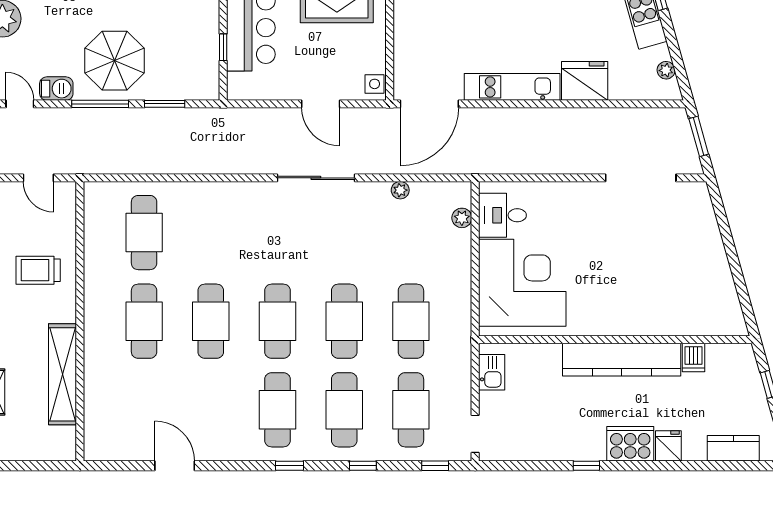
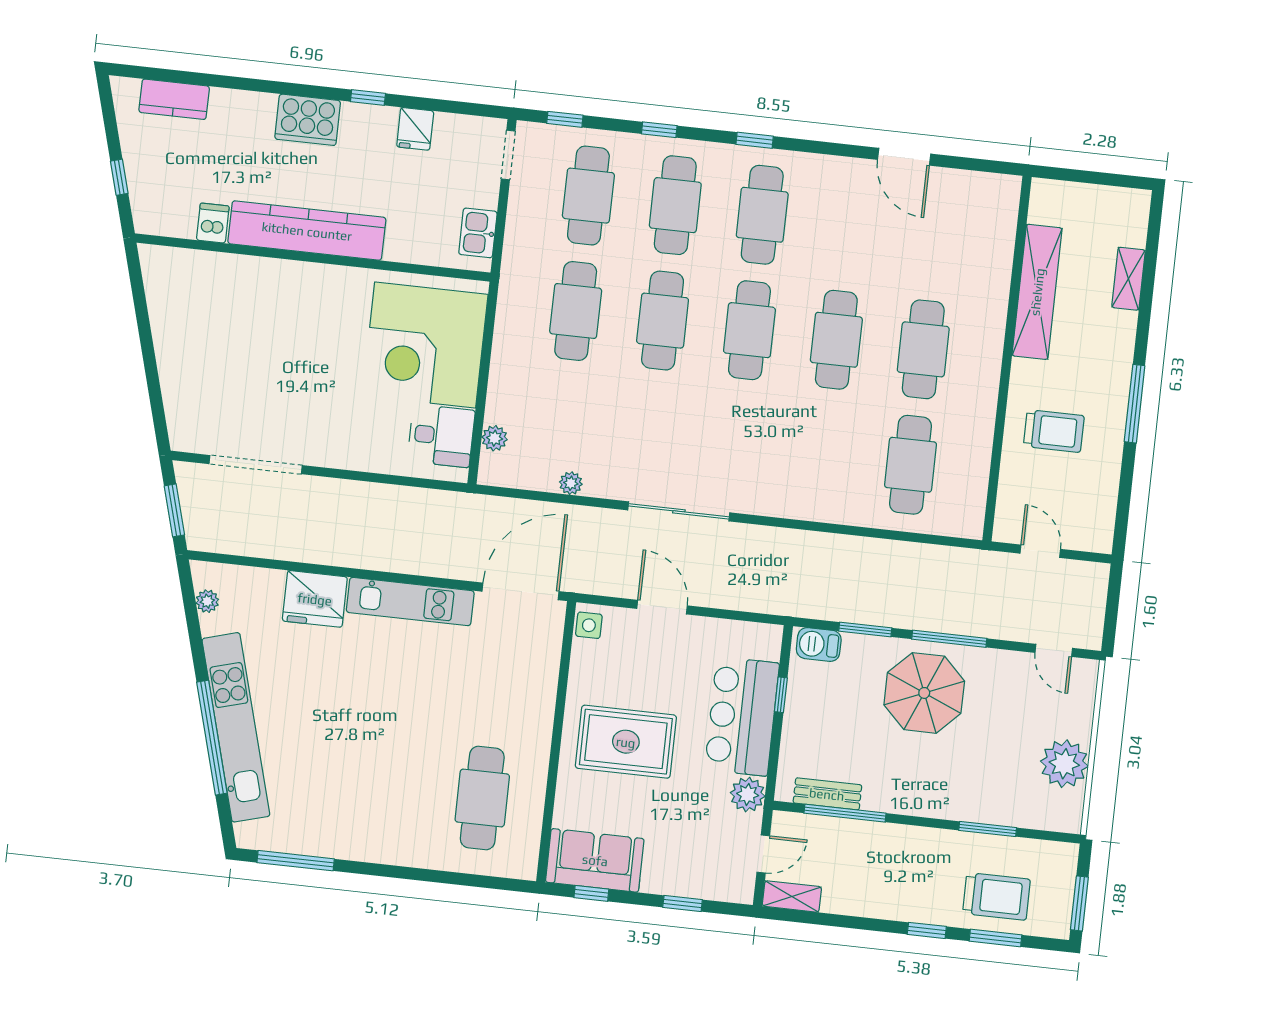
barbecue: (56, 89) -> (819, 644), moved
fridge: (668, 446) -> (415, 129), moved

